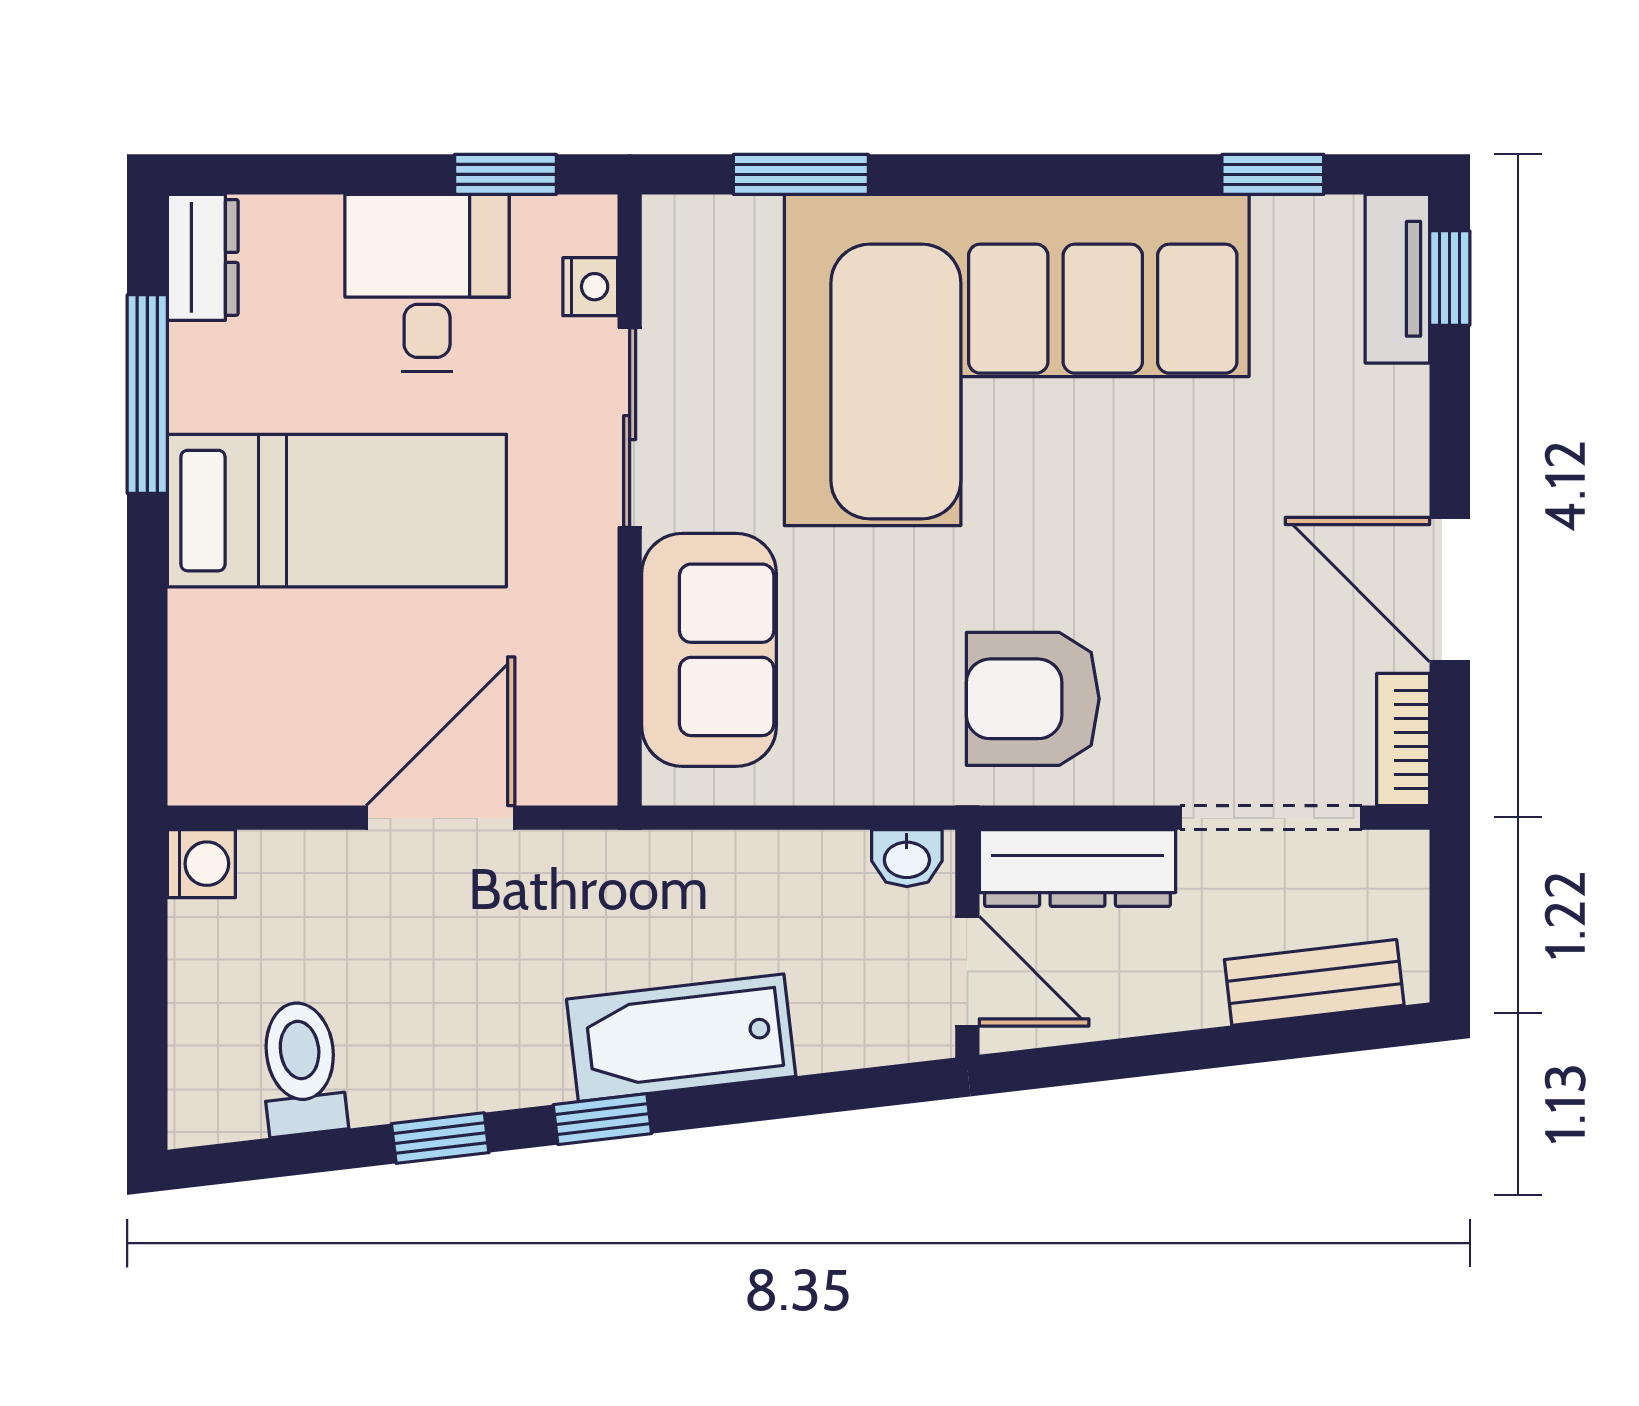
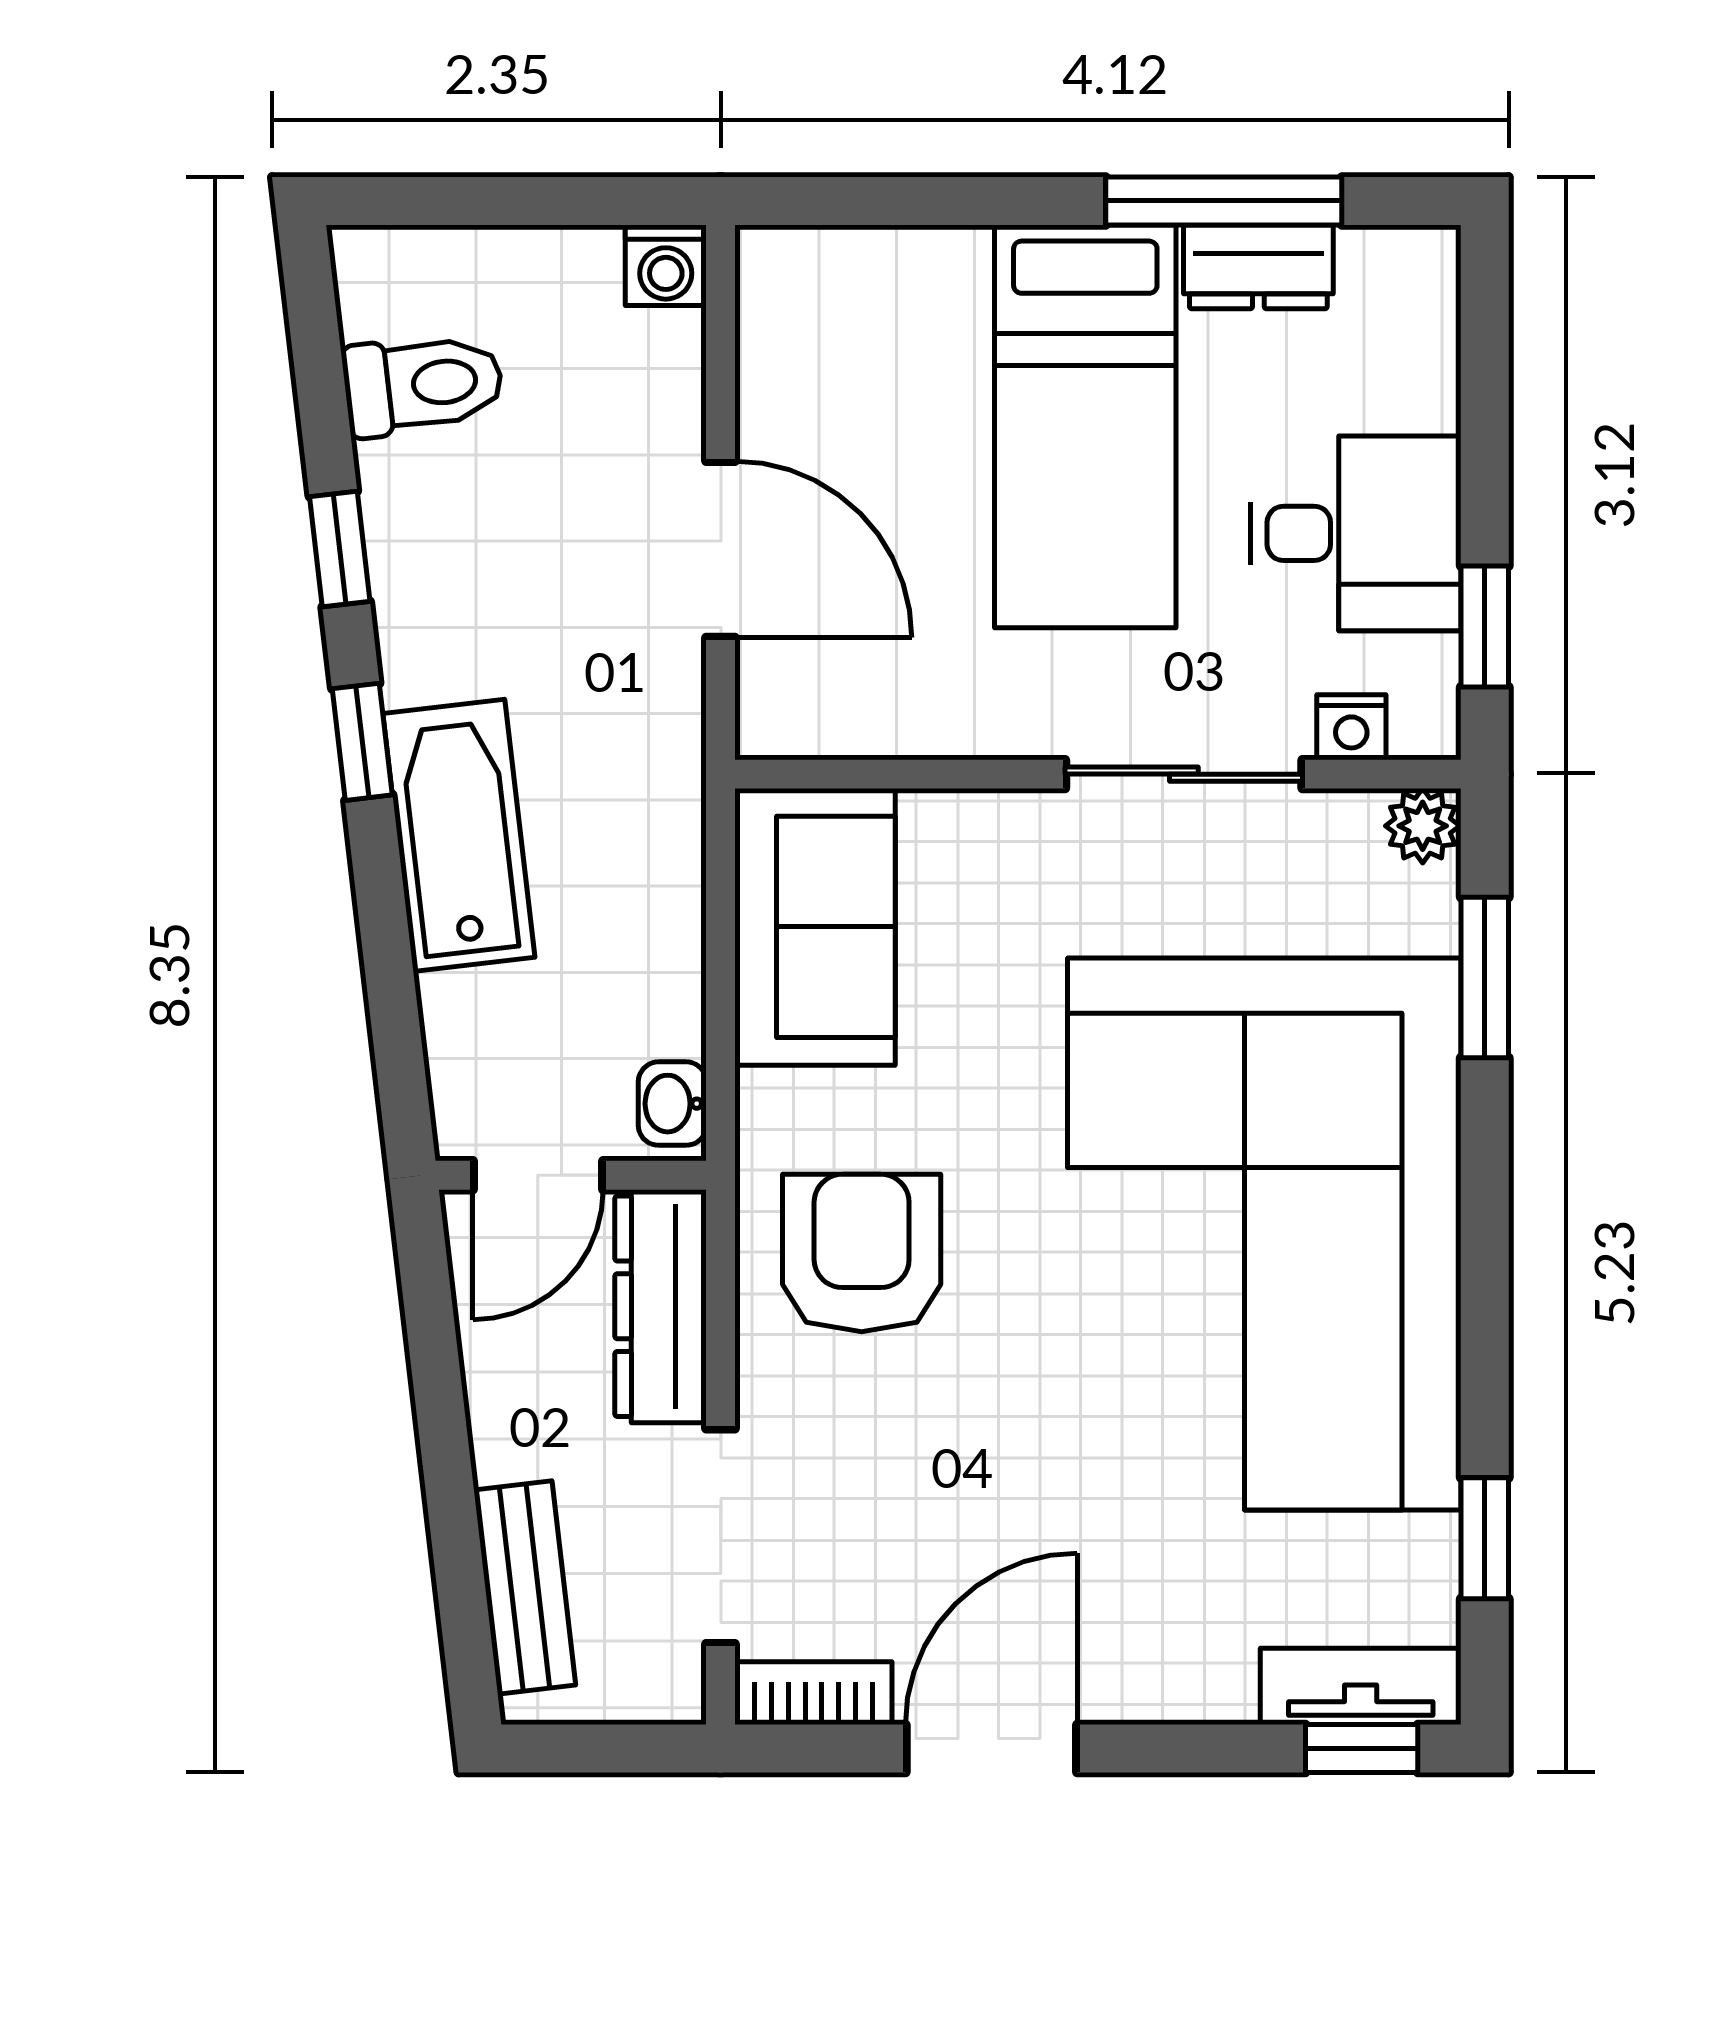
plant: (673, 227) -> (1423, 826), added
dresser: (203, 257) -> (1258, 267), moved
sofa: (709, 650) -> (815, 927), moved, turned -90

